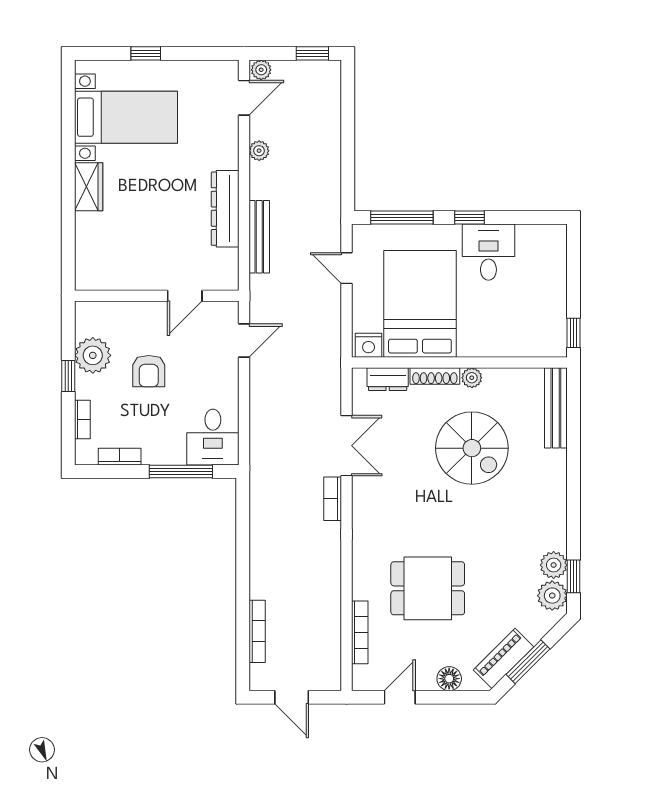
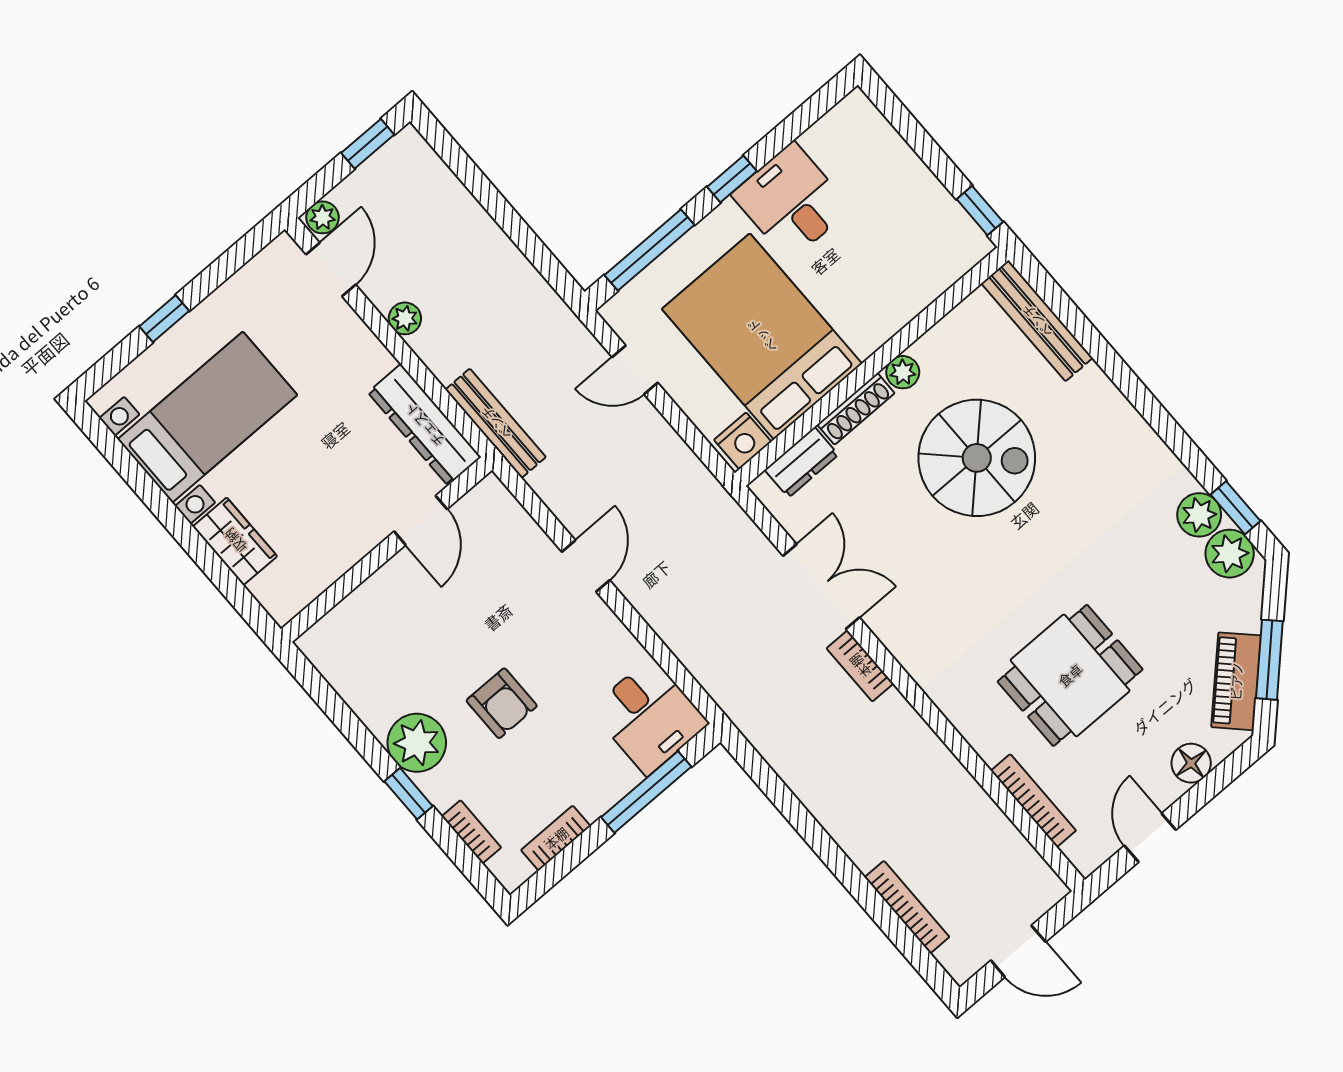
wall: (157, 296) -> (387, 550), moved
door: (185, 296) -> (421, 520), moved

